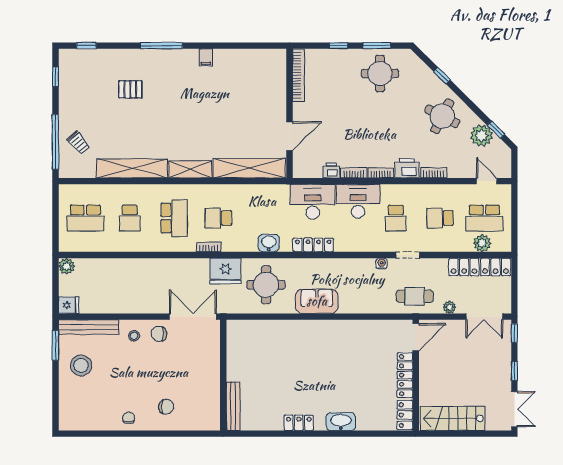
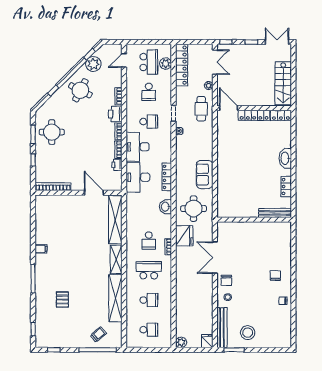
school desk: (85, 218) -> (149, 330), width x0.54
wall: (223, 375) -> (254, 220), moved
bench: (233, 406) -> (275, 213), moved

